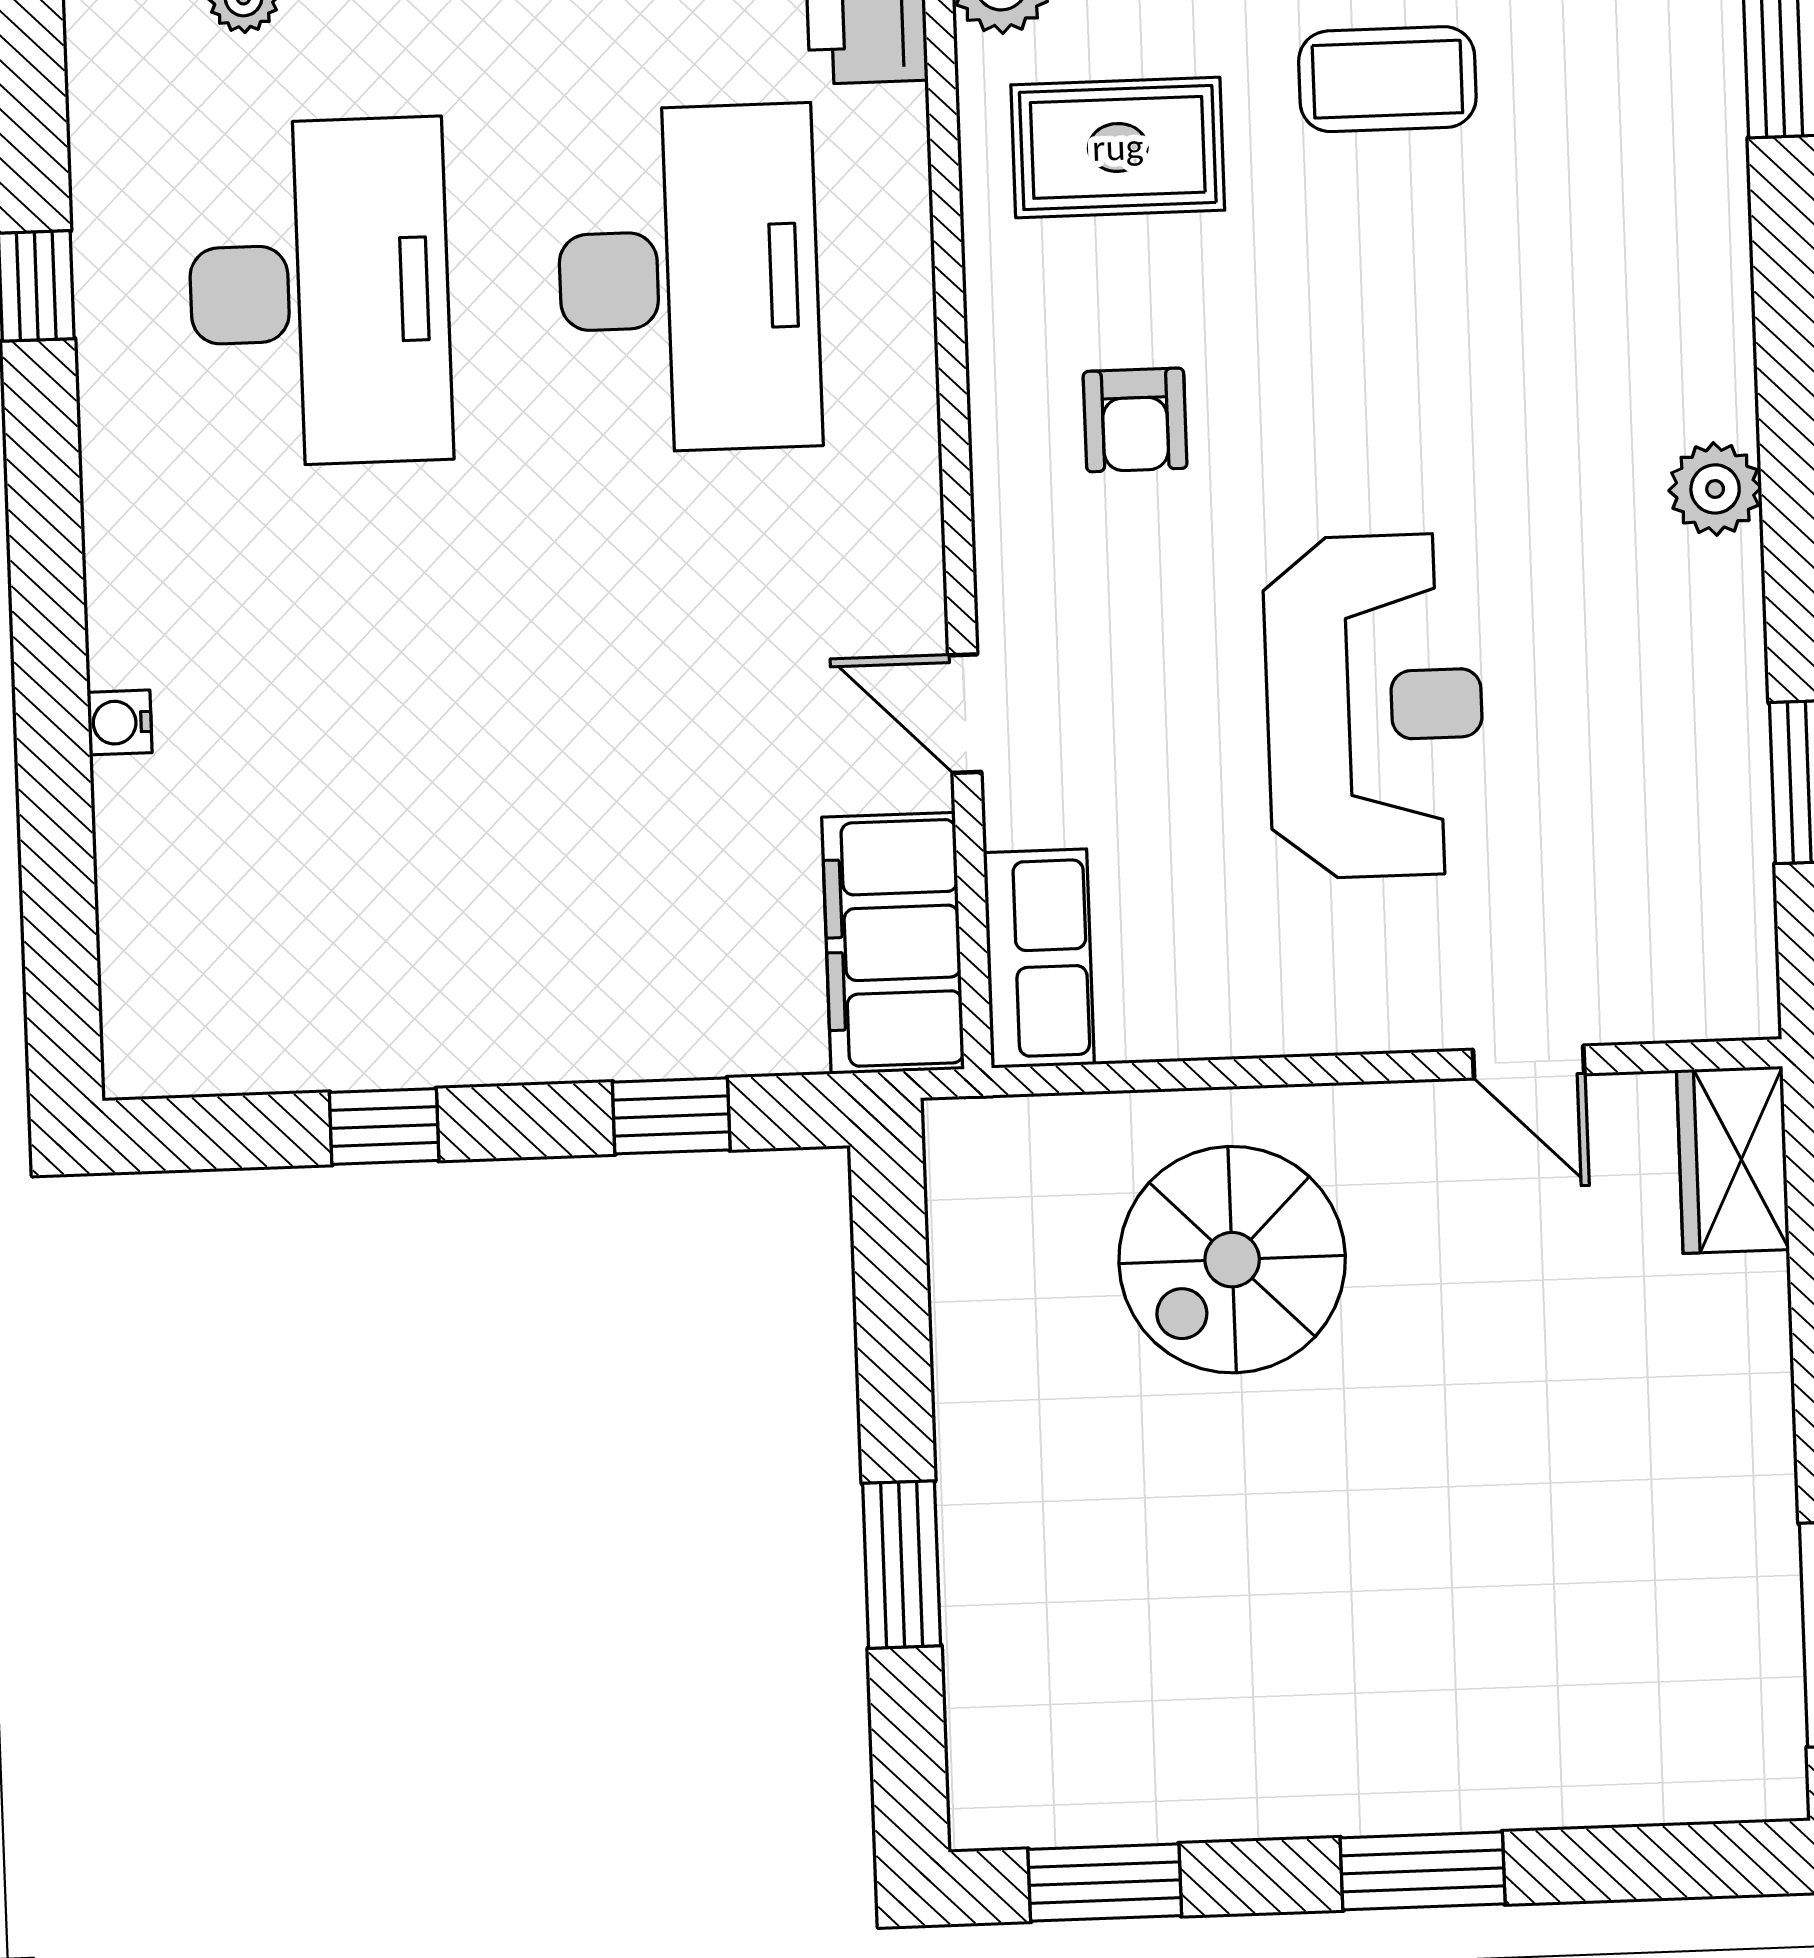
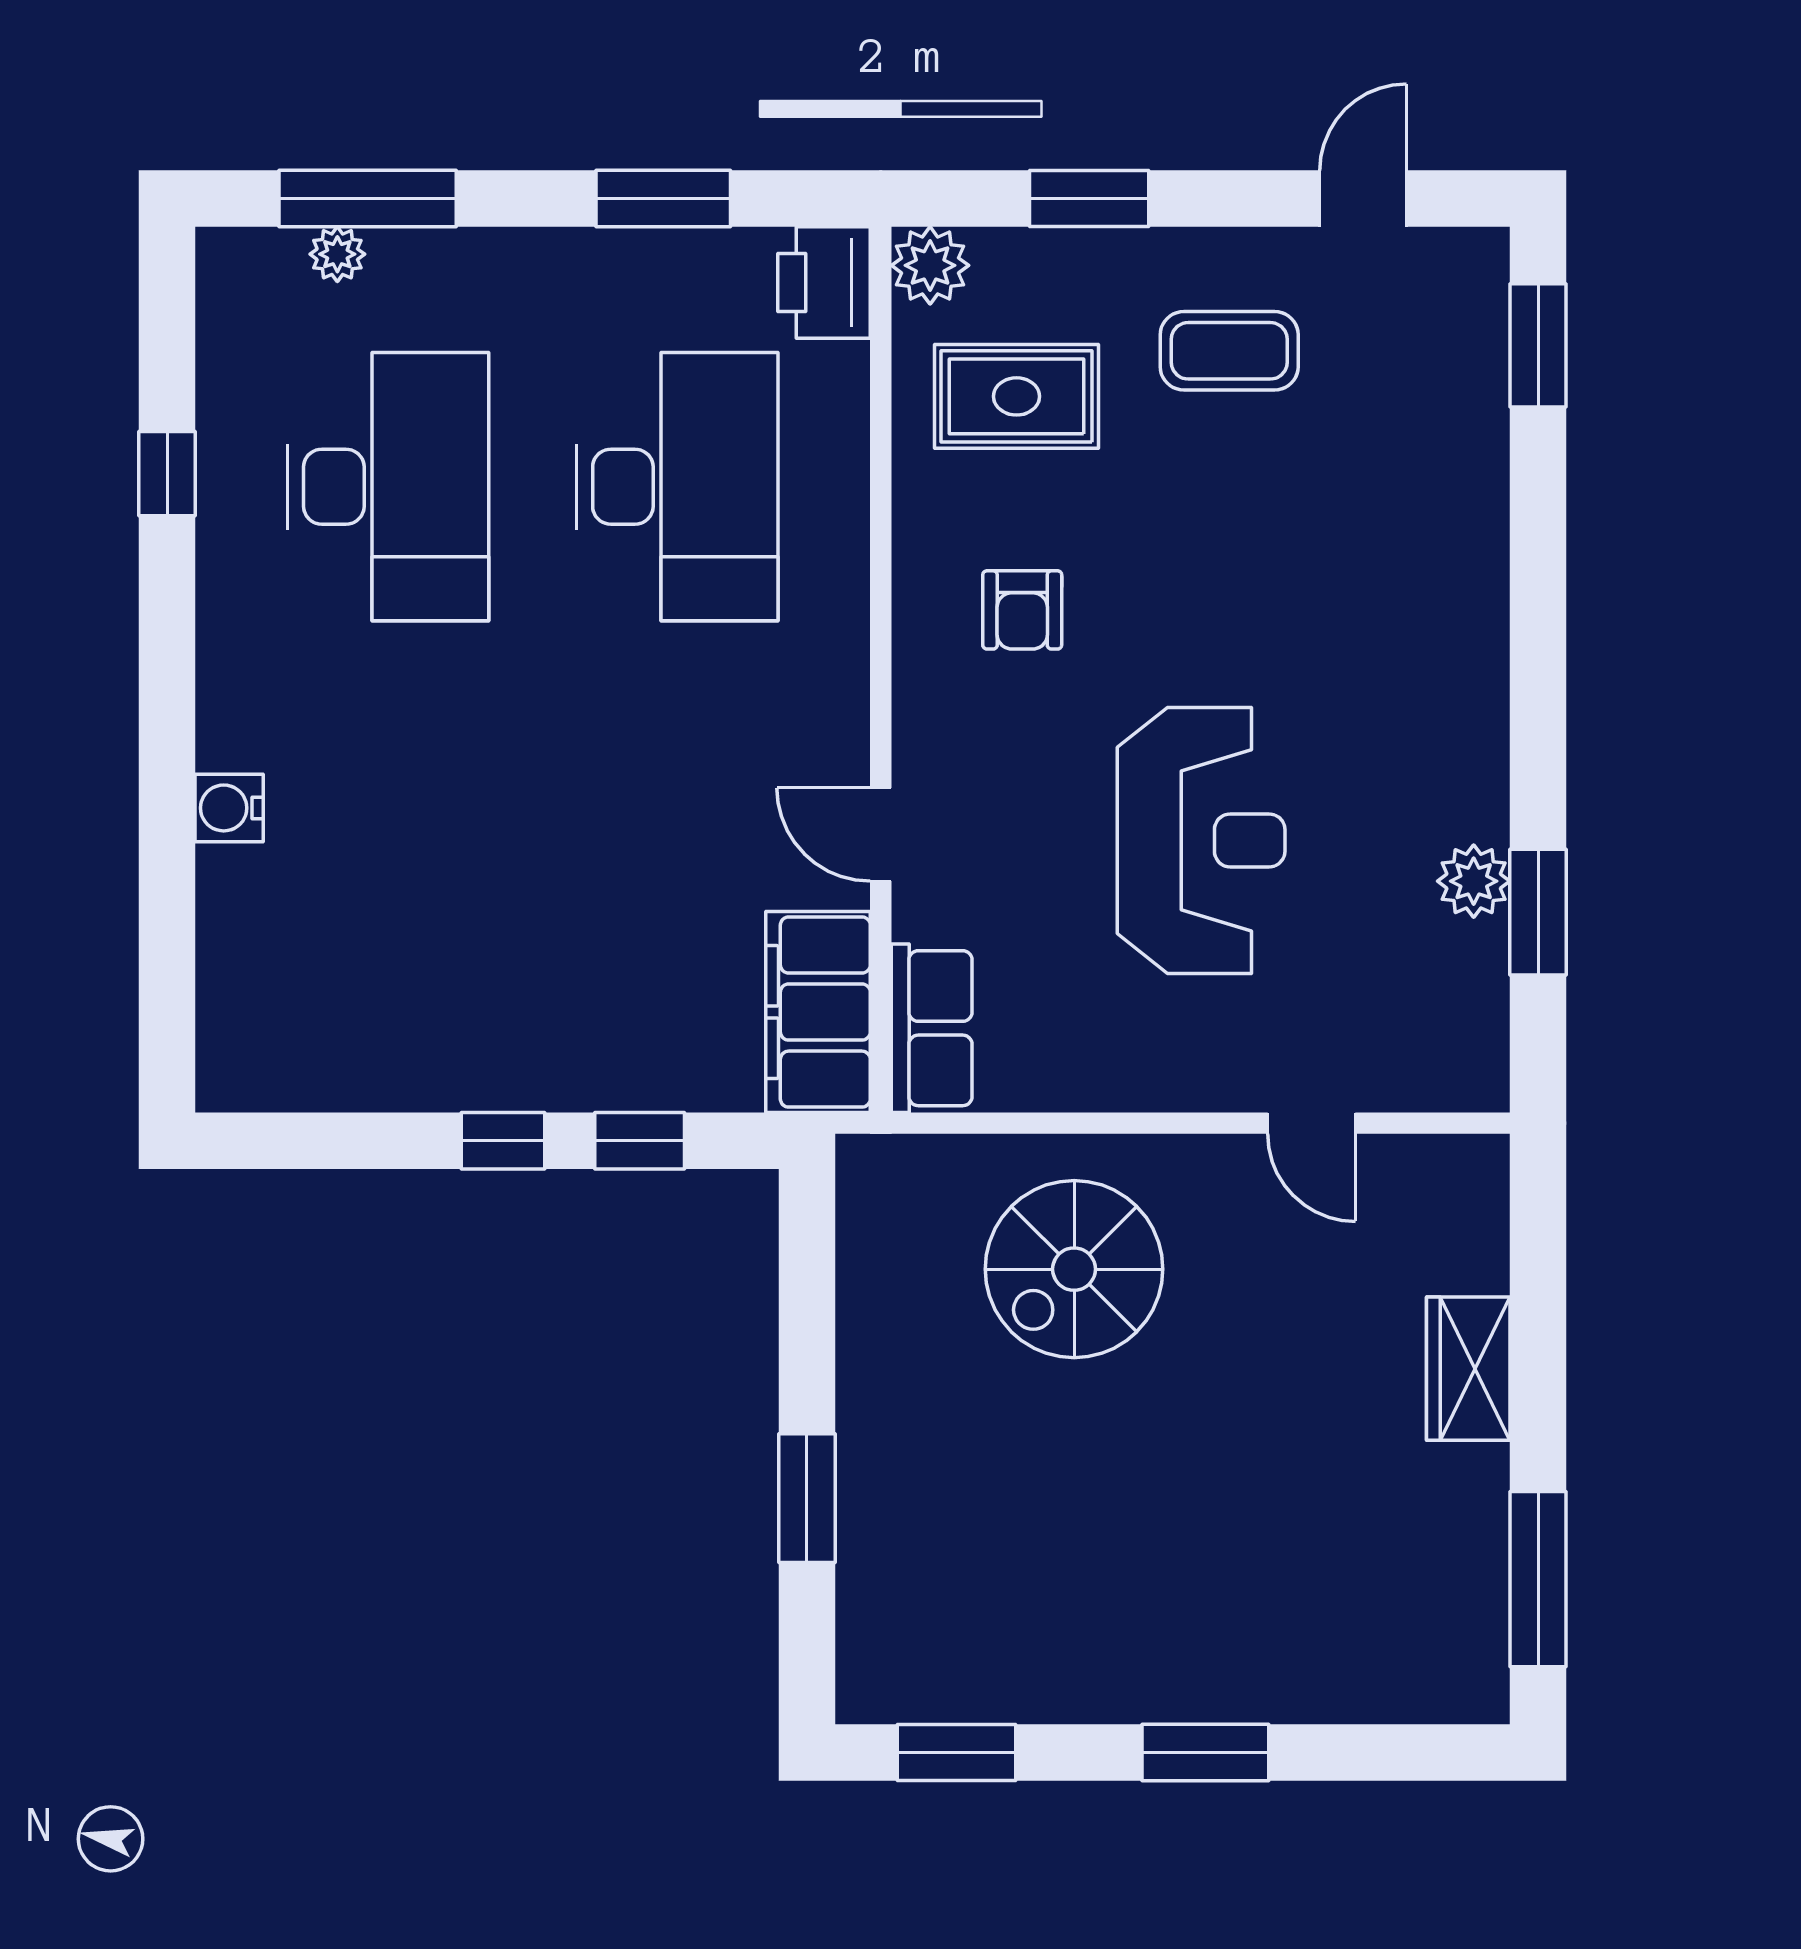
plant: (1715, 489) -> (1474, 881), moved
water cooler: (120, 722) -> (229, 808), width x1.38, depth x1.38
window: (384, 1126) -> (503, 1141), moved
wardrobe: (1733, 1160) -> (1468, 1369), moved

